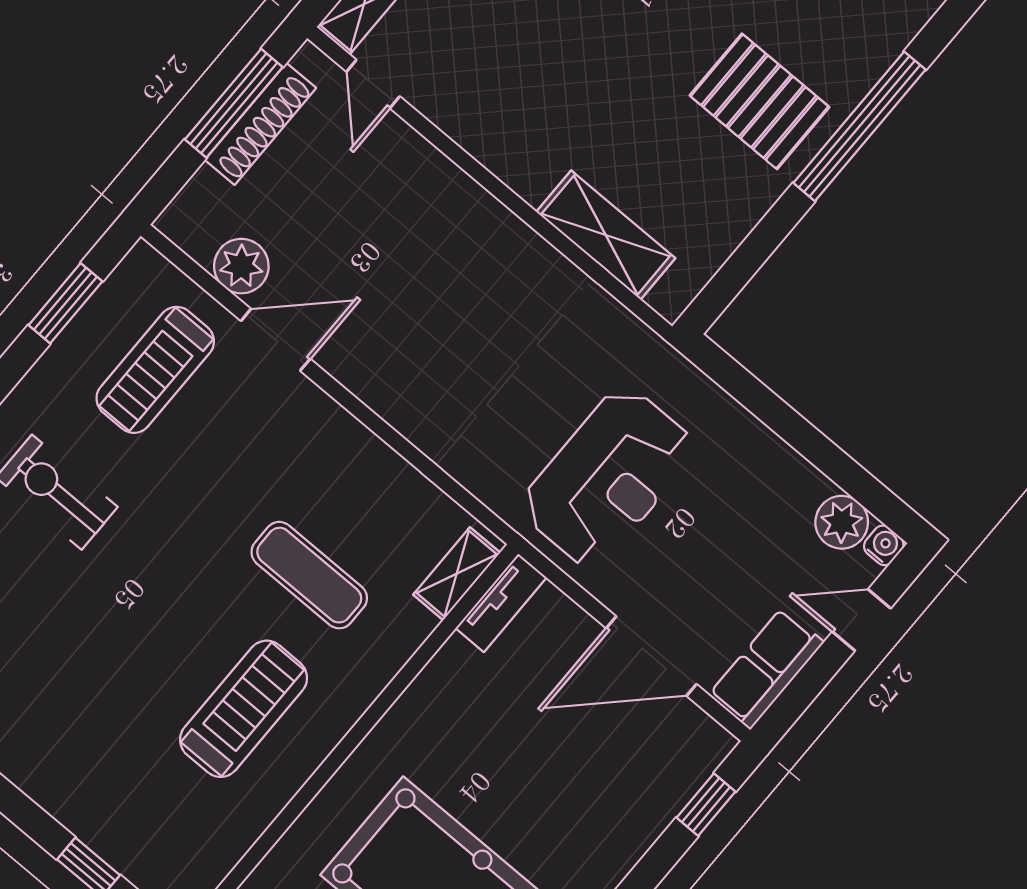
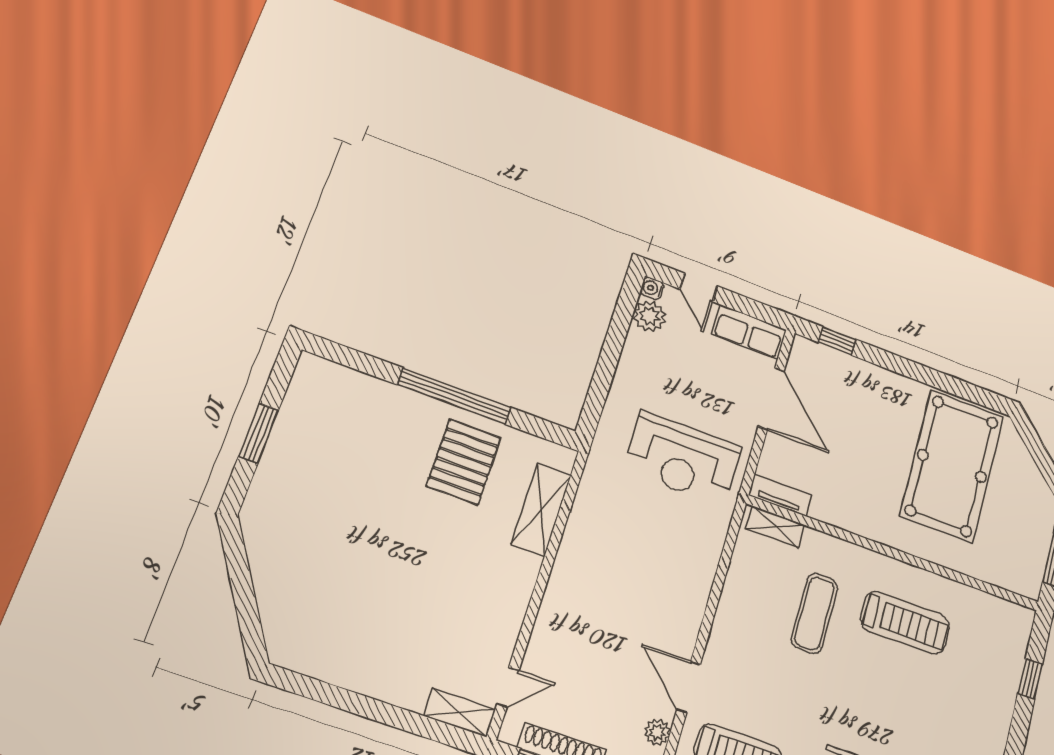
pallet: (759, 101) -> (464, 462), moved
window: (859, 126) -> (454, 396), moved
plant: (241, 266) -> (657, 732), width x0.73, depth x0.73
reception desk: (608, 477) -> (682, 459), turned 180
treadmill: (244, 709) -> (905, 623), turned 180

